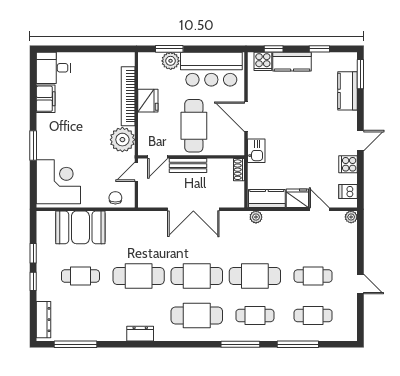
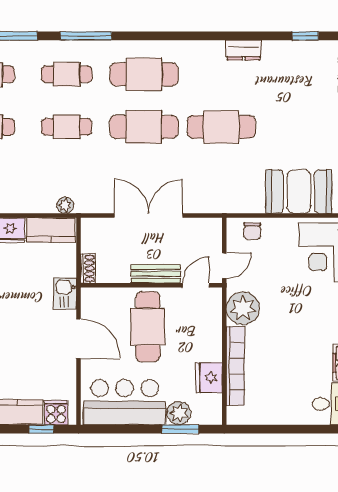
fridge: (148, 101) -> (209, 378), moved
cafe table: (80, 276) -> (299, 127), removed
cafe table: (255, 276) -> (67, 127), width x0.73, depth x0.74
dresser: (140, 334) -> (243, 50), moved
window: (76, 344) -> (305, 36), width x0.46

